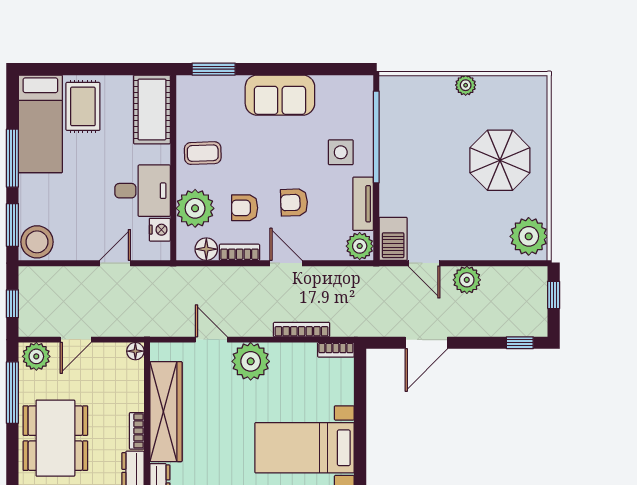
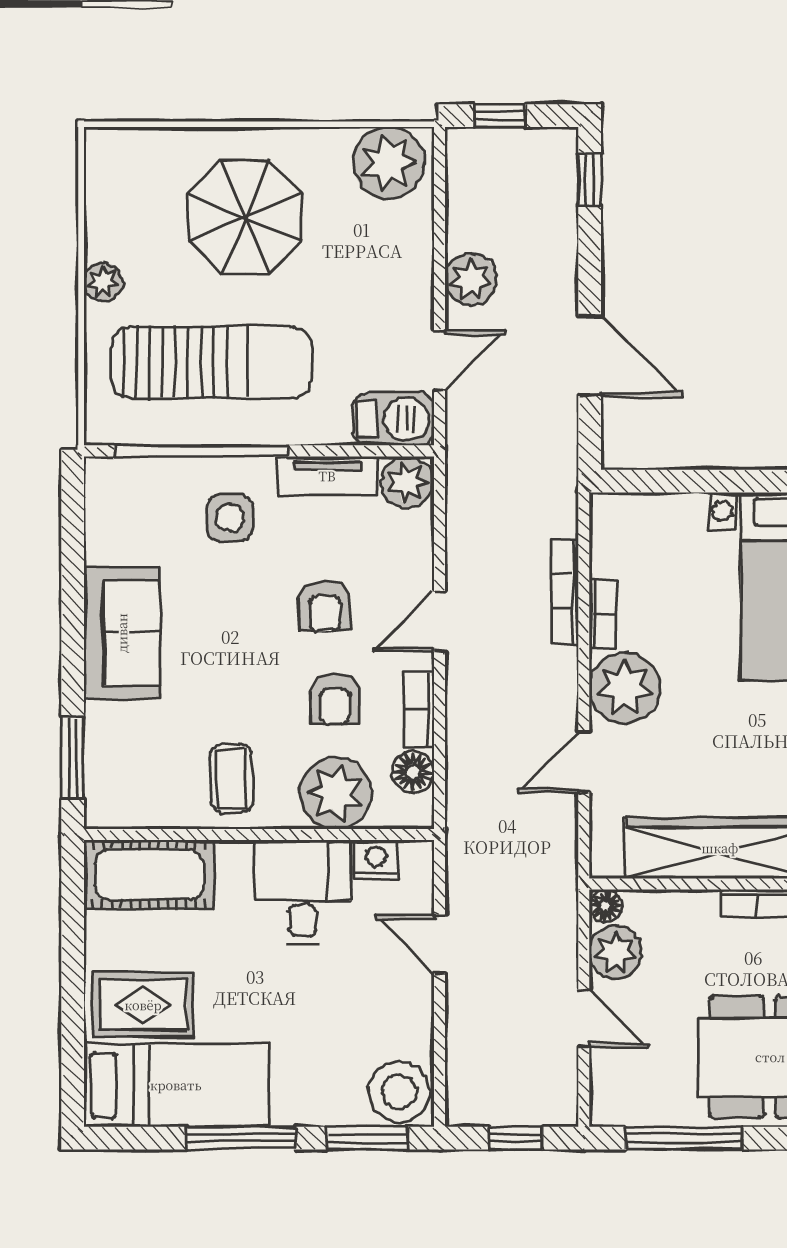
sun lounger: (423, 143) -> (212, 362), added
bookcase: (336, 350) -> (603, 614), moved
plant: (36, 356) -> (616, 952), moved

